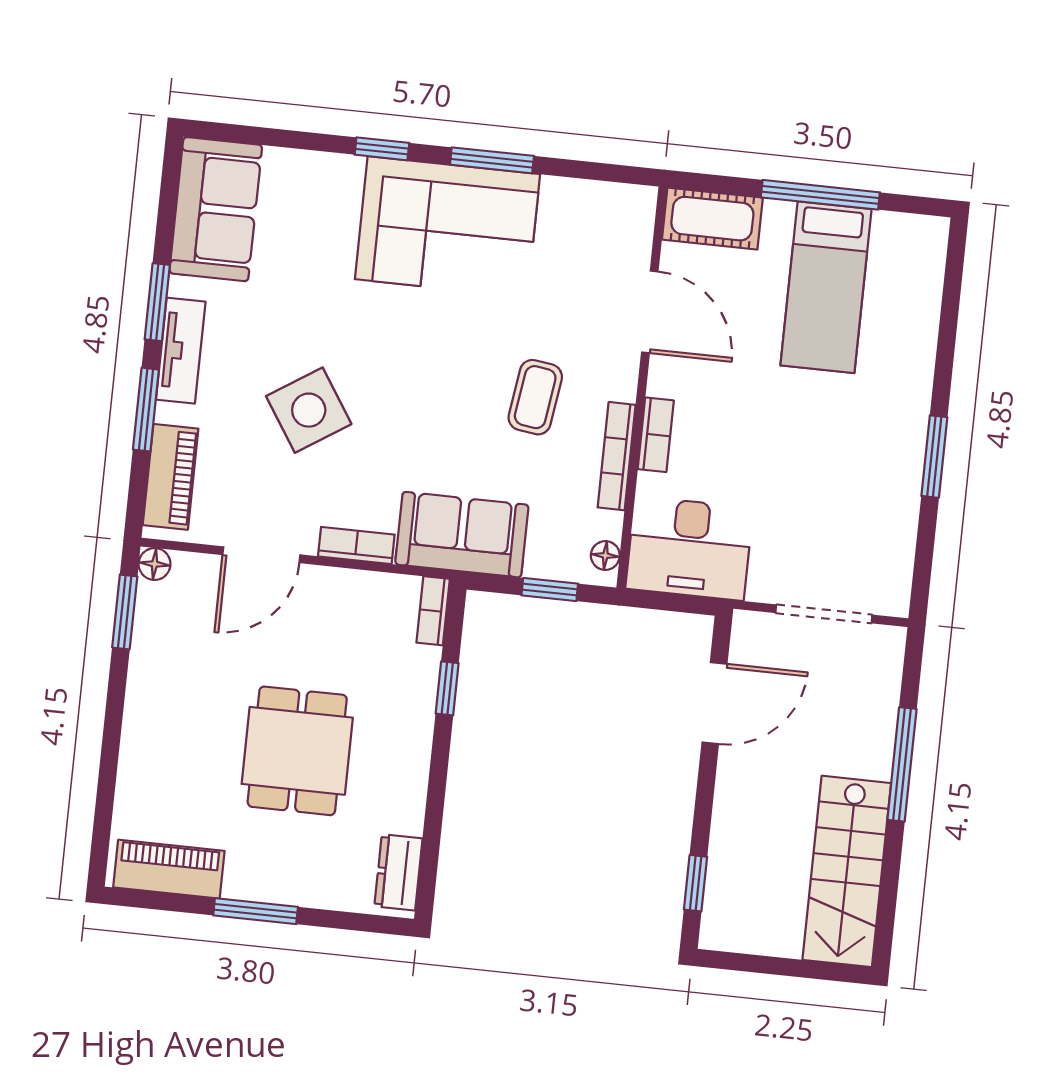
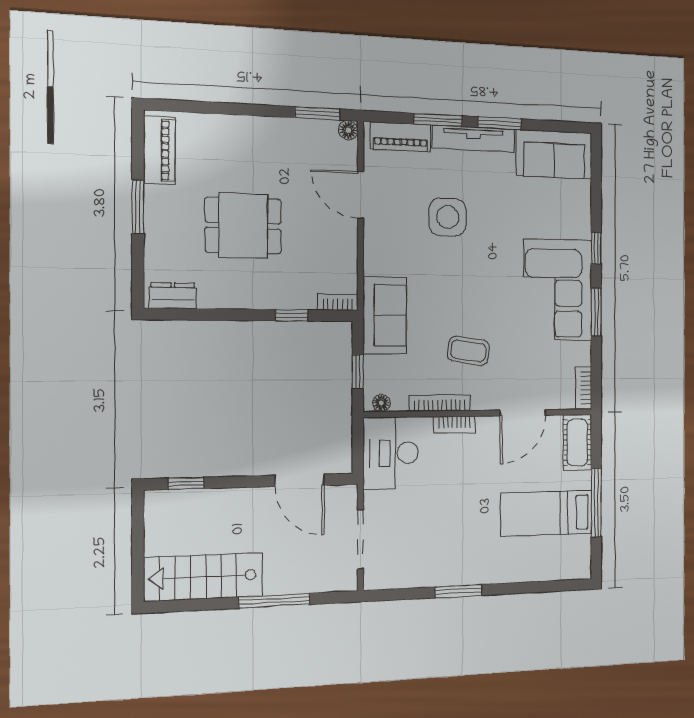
tv unit: (181, 351) -> (474, 139), width x1.41
side table: (309, 410) -> (448, 217), turned 33
bookcase: (356, 545) -> (584, 388), moved, turned 180

